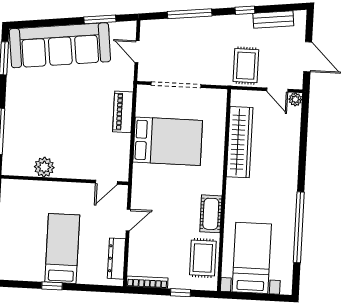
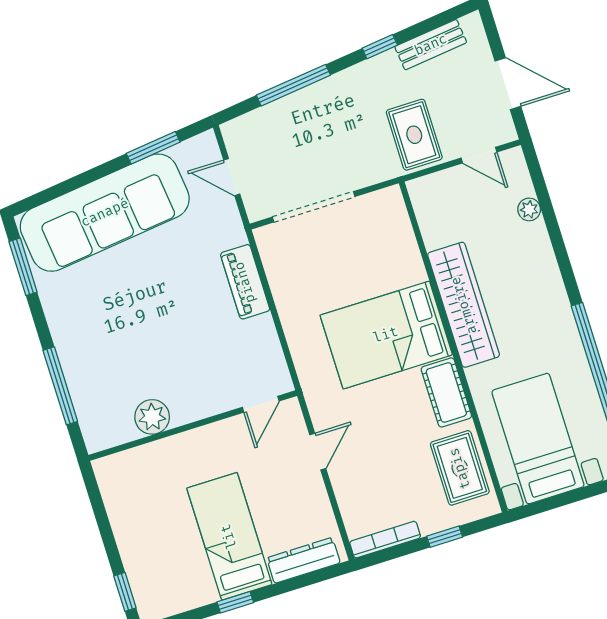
plant: (295, 99) -> (529, 209), moved
bed: (168, 141) -> (386, 335), moved, turned 180
wardrobe: (240, 142) -> (464, 305), moved
dresser: (116, 259) -> (303, 560), moved, turned 90

